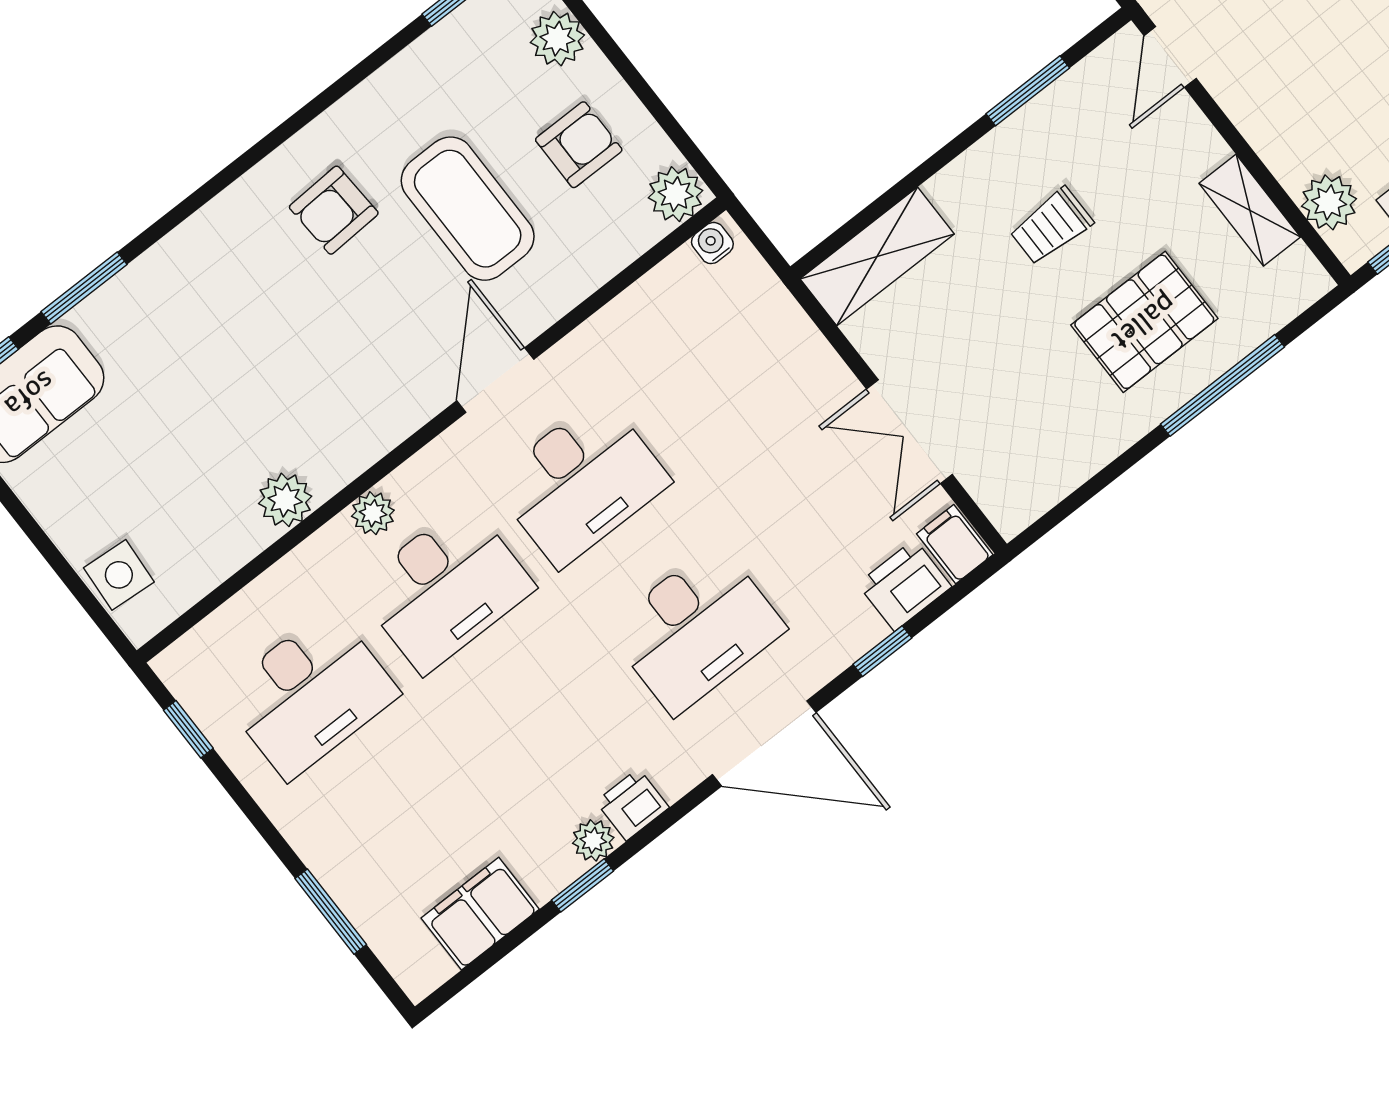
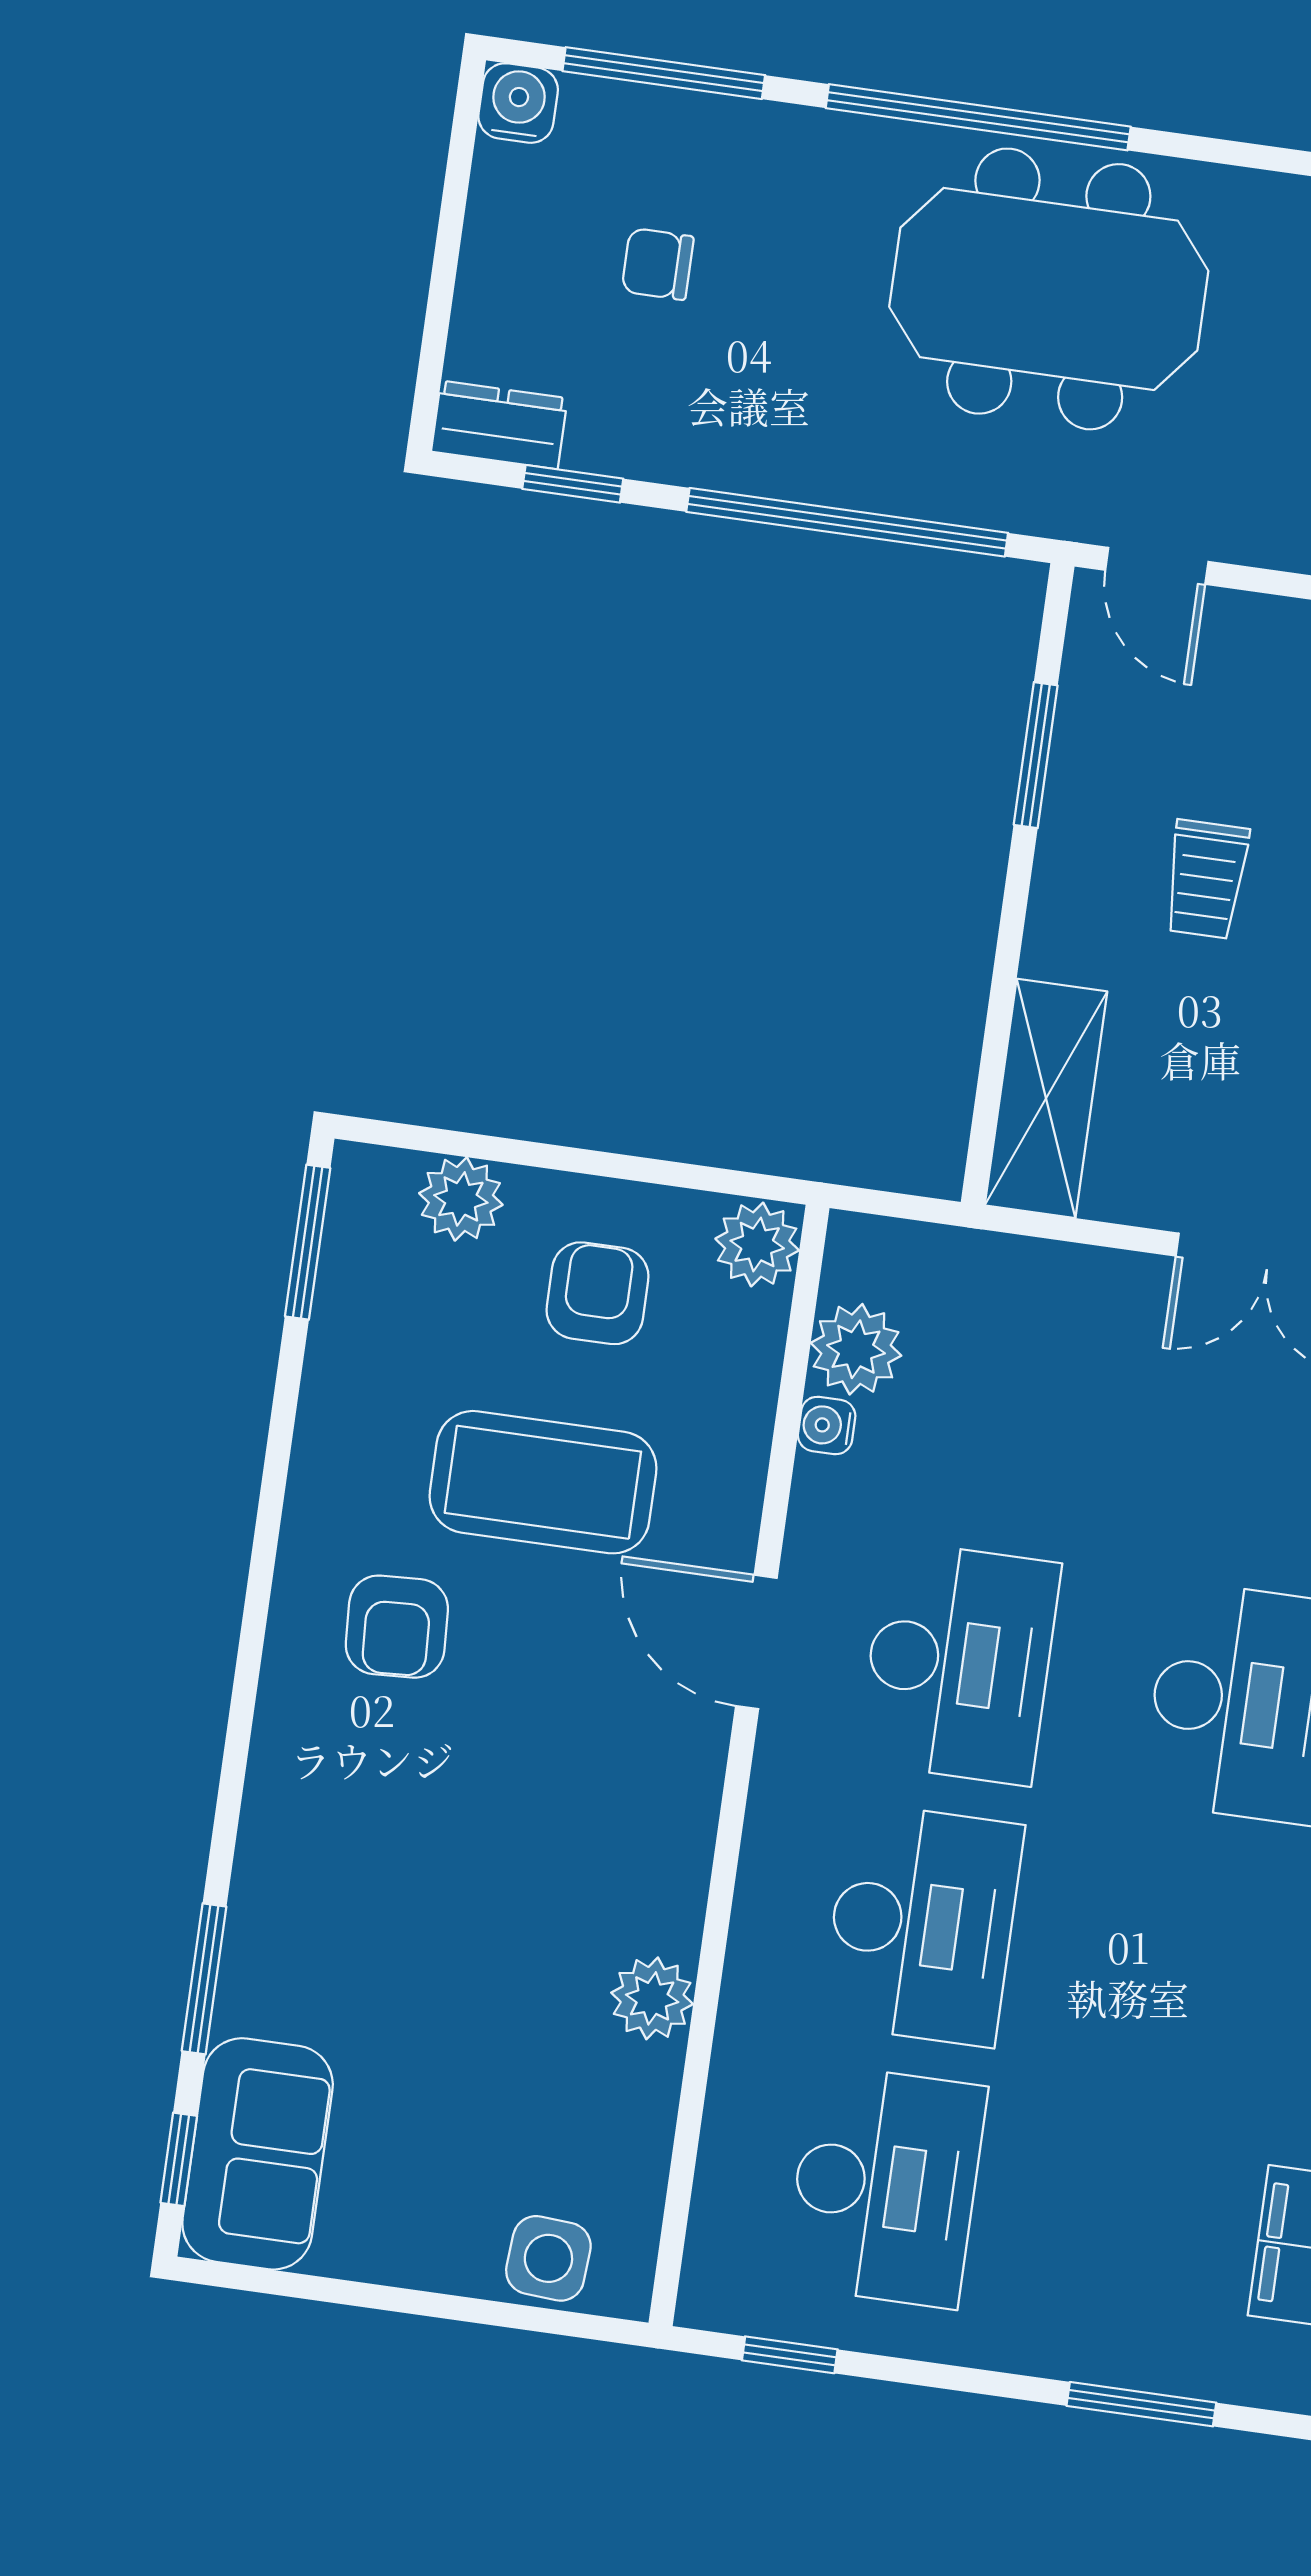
water cooler: (712, 243) -> (827, 1425), moved
plant: (373, 513) -> (856, 1349), moved, width x1.38, depth x1.38

